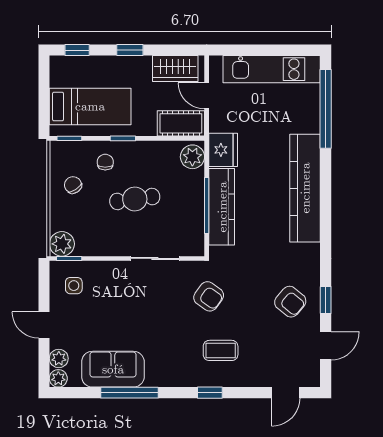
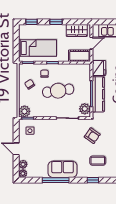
door: (207, 96) -> (91, 43), swing flipped
plant: (192, 157) -> (85, 109), moved
cafe table: (135, 199) -> (58, 91), width x1.37, depth x1.35
sofa: (113, 369) -> (63, 169), moved

